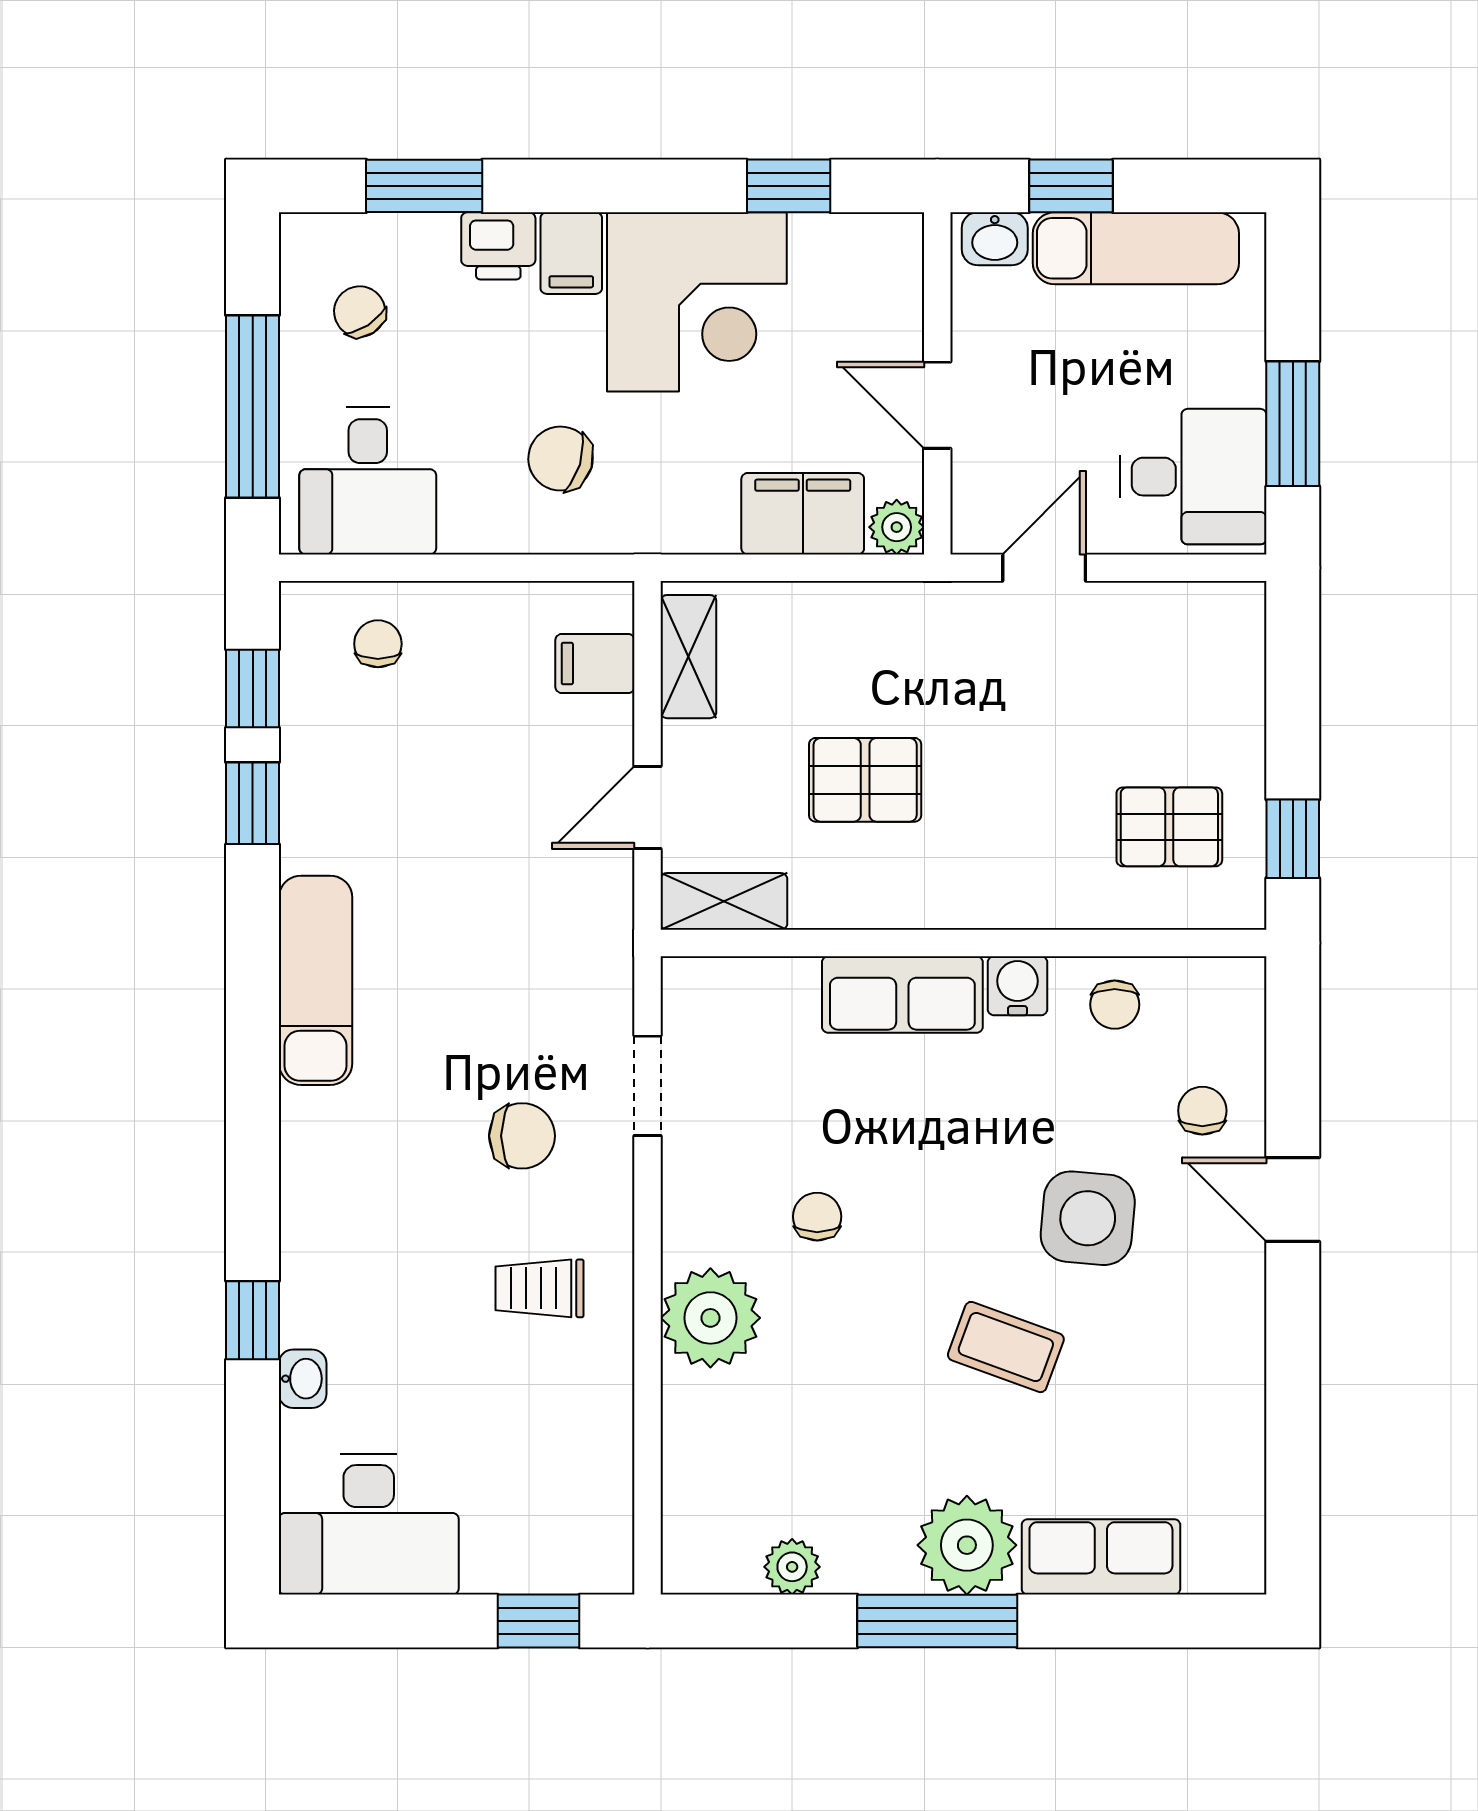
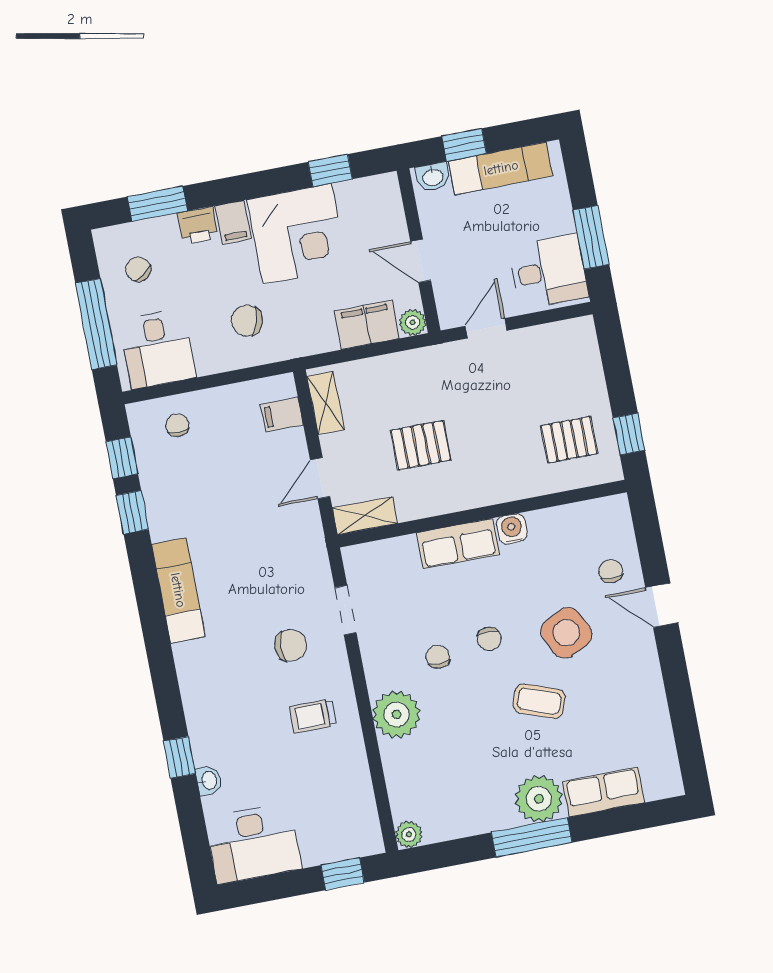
chair: (1115, 1005) -> (489, 639), moved
side table: (1088, 1218) -> (566, 633), turned -31
plant: (792, 1567) -> (409, 834), moved

